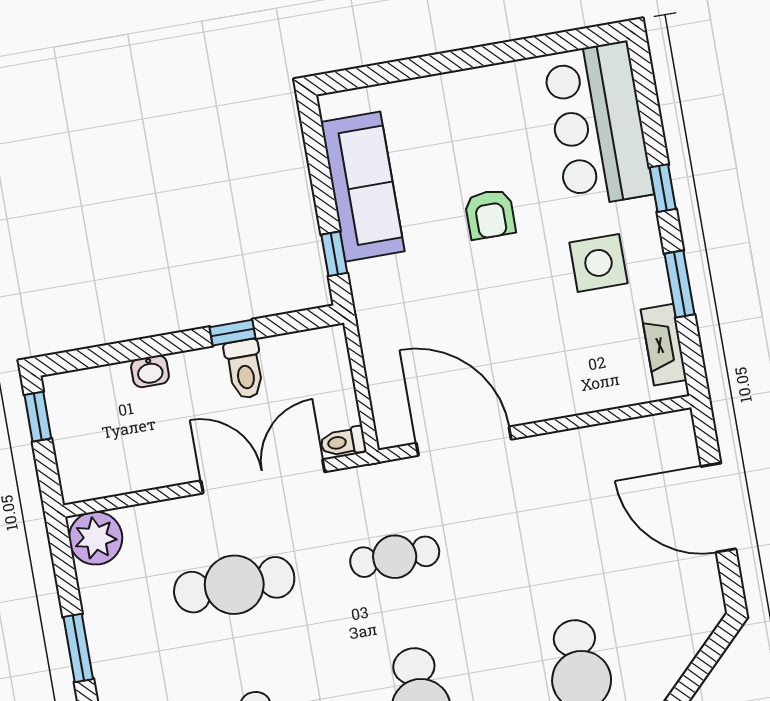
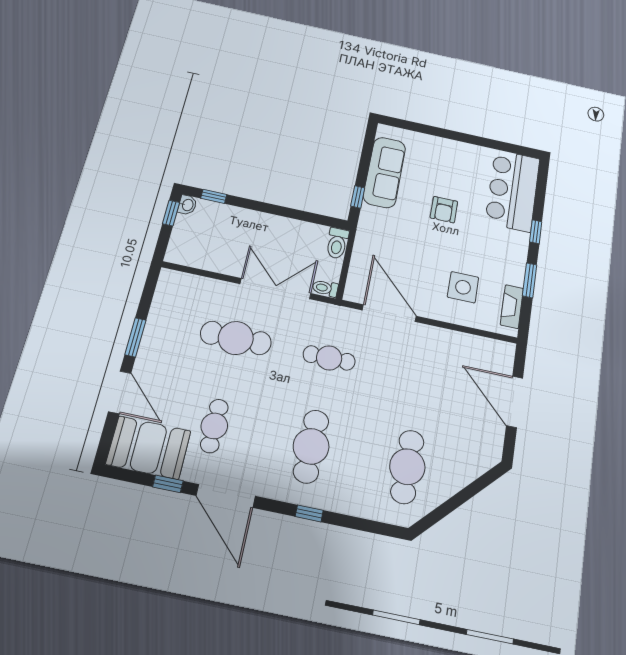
side table: (598, 263) -> (463, 287), moved
window: (233, 333) -> (214, 196), moved
toilet: (245, 369) -> (337, 243), moved
washbasin: (150, 371) -> (187, 205), moved, turned -90
plant: (96, 538) -> (172, 284), removed

